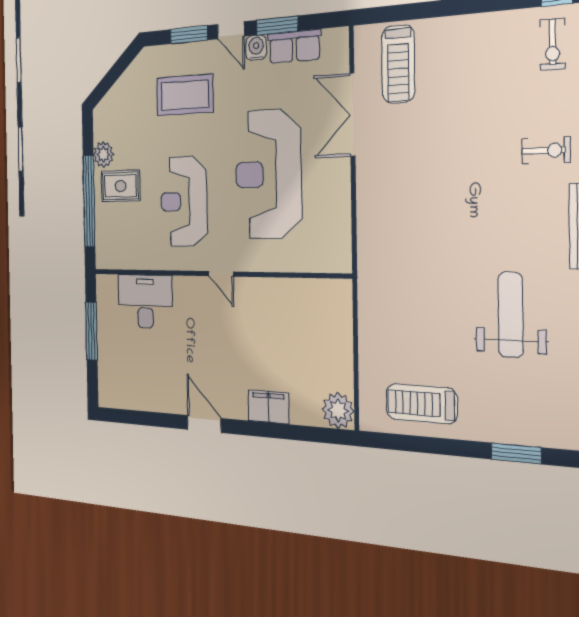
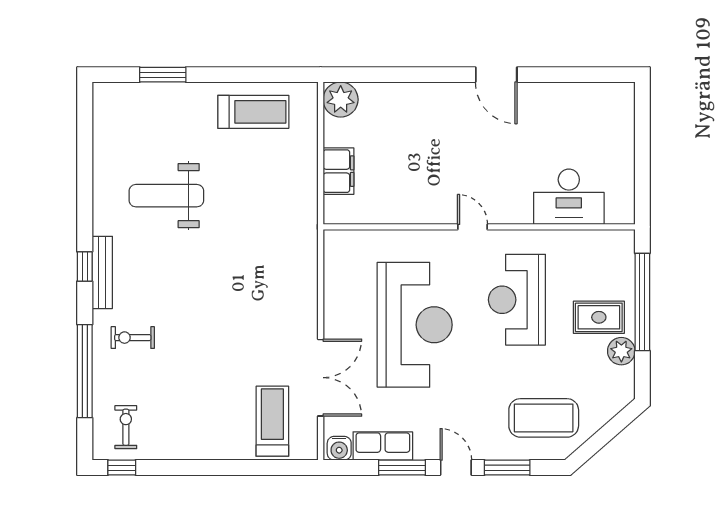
water cooler: (256, 48) -> (339, 448), moved
coffee table: (185, 95) -> (544, 418), moved
reception desk: (184, 202) -> (517, 300), turned 180
weight bench: (511, 315) -> (166, 196), turned 90
window: (91, 331) -> (642, 163), removed
filing cabinet: (269, 407) -> (339, 171), moved, turned -90

